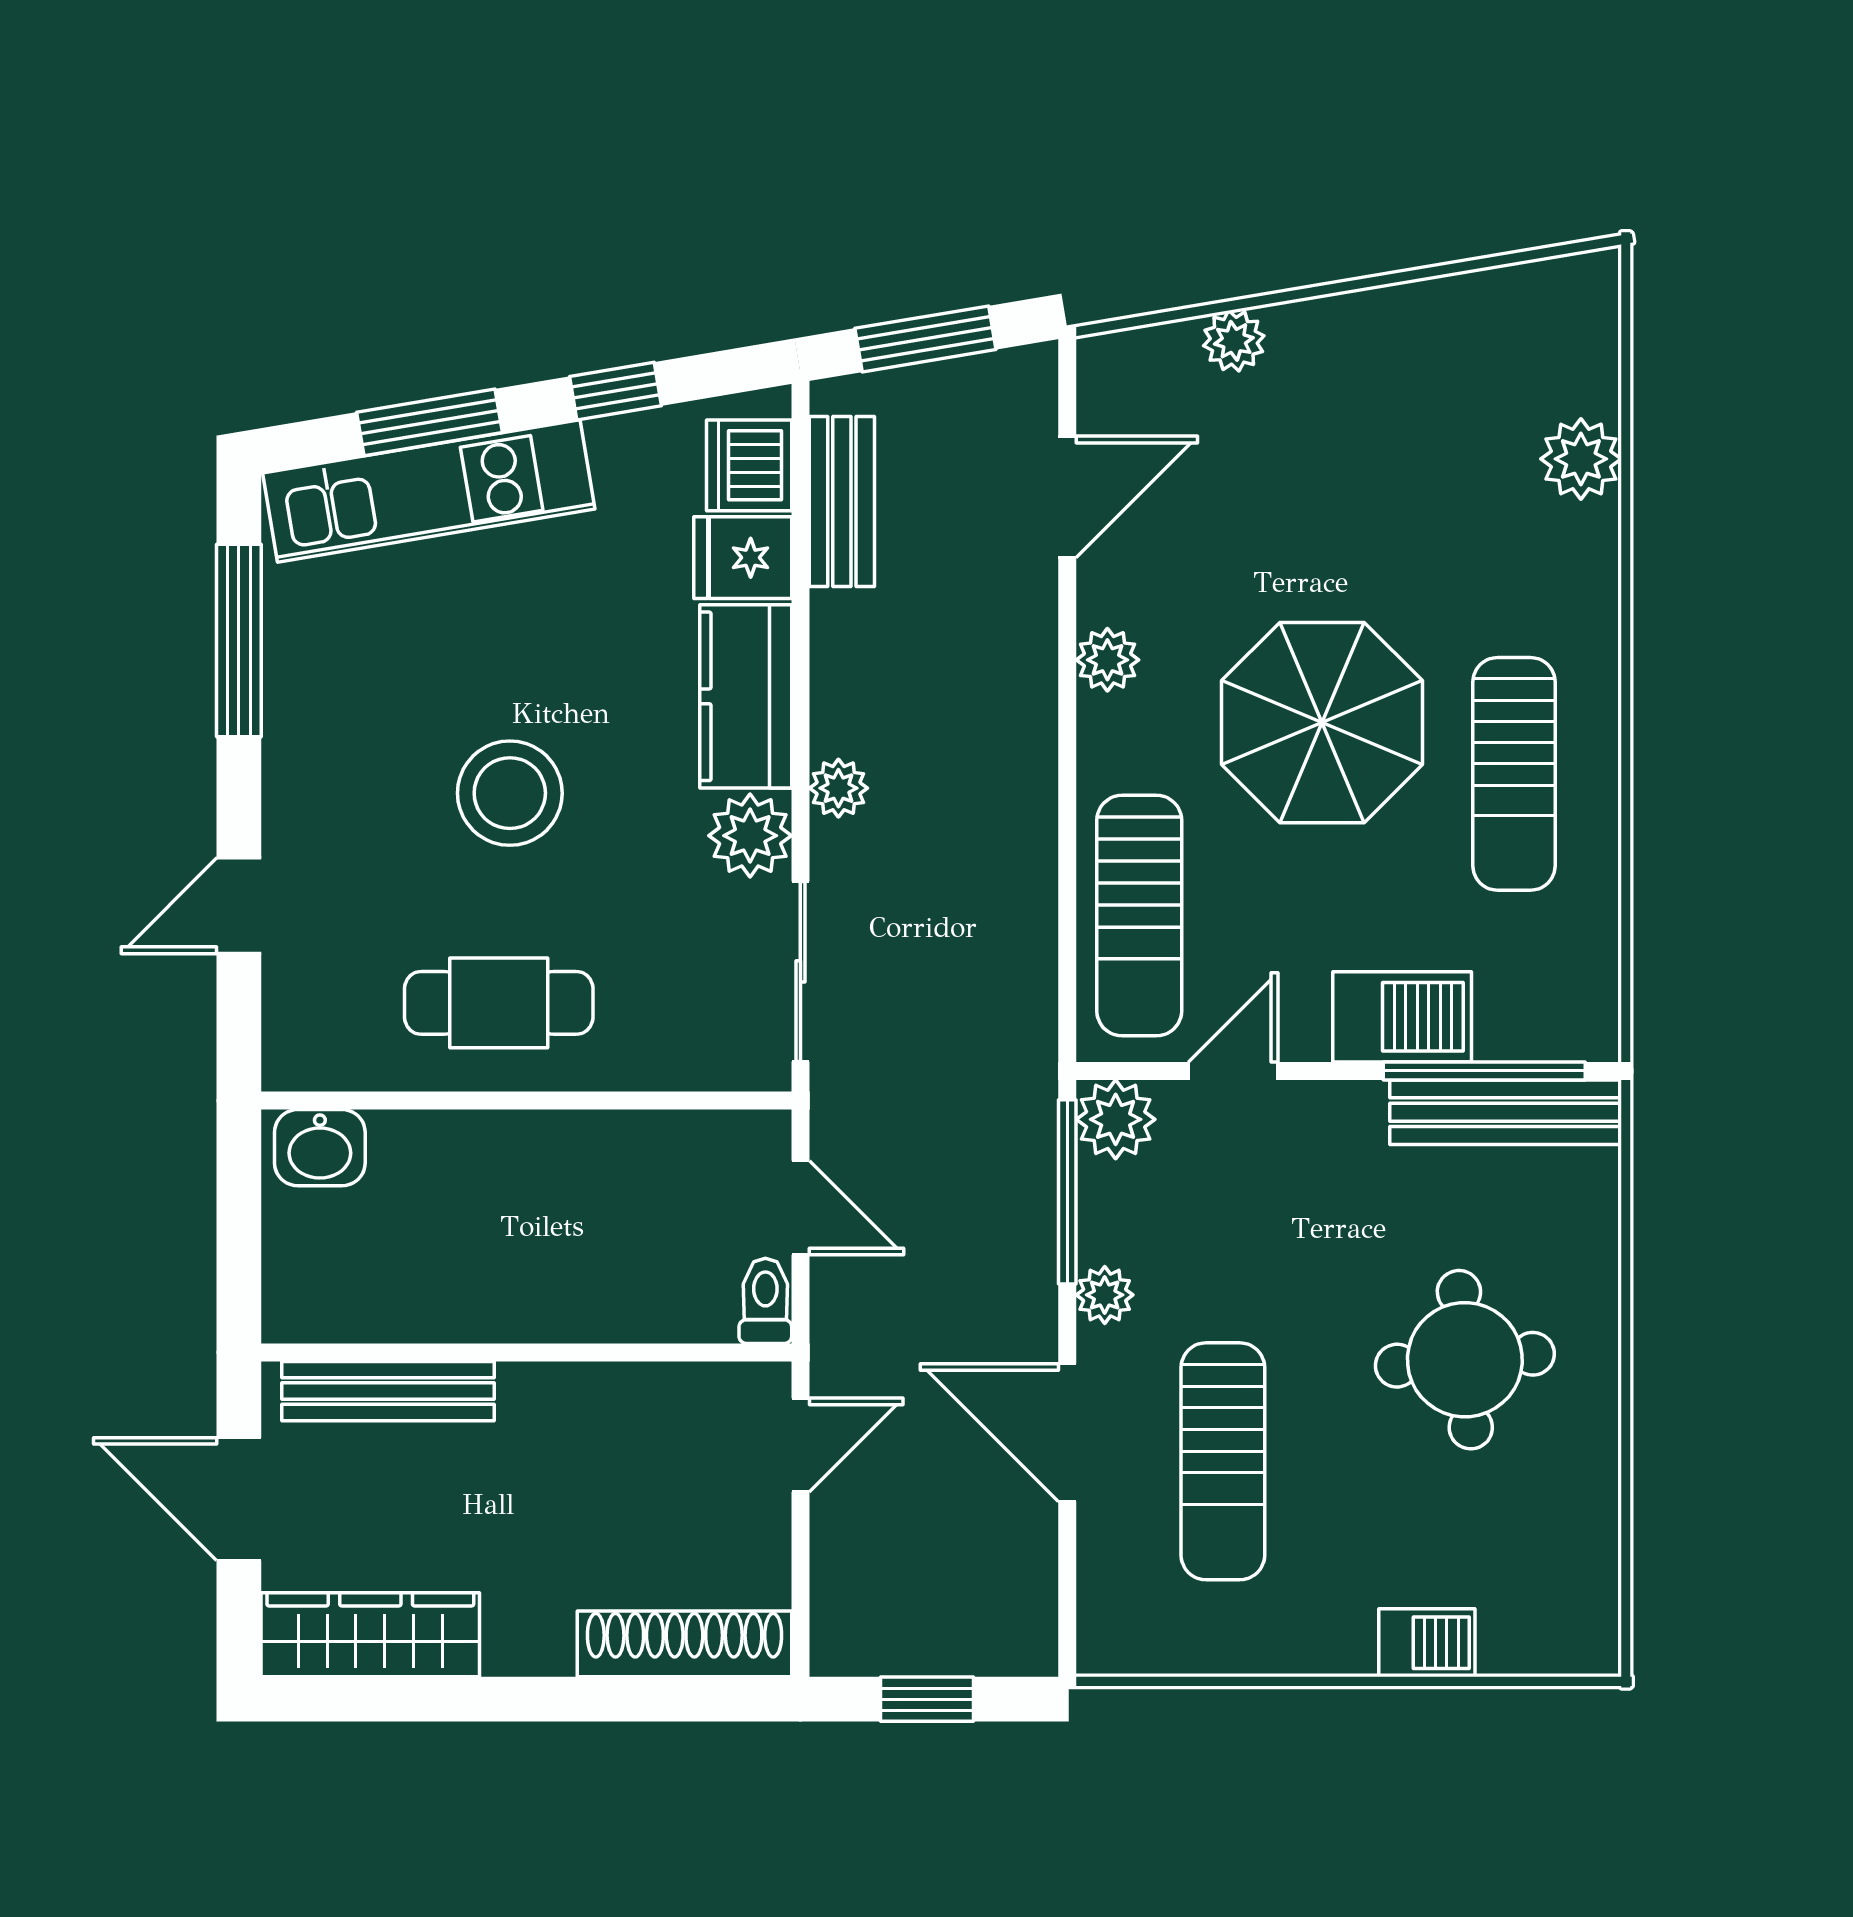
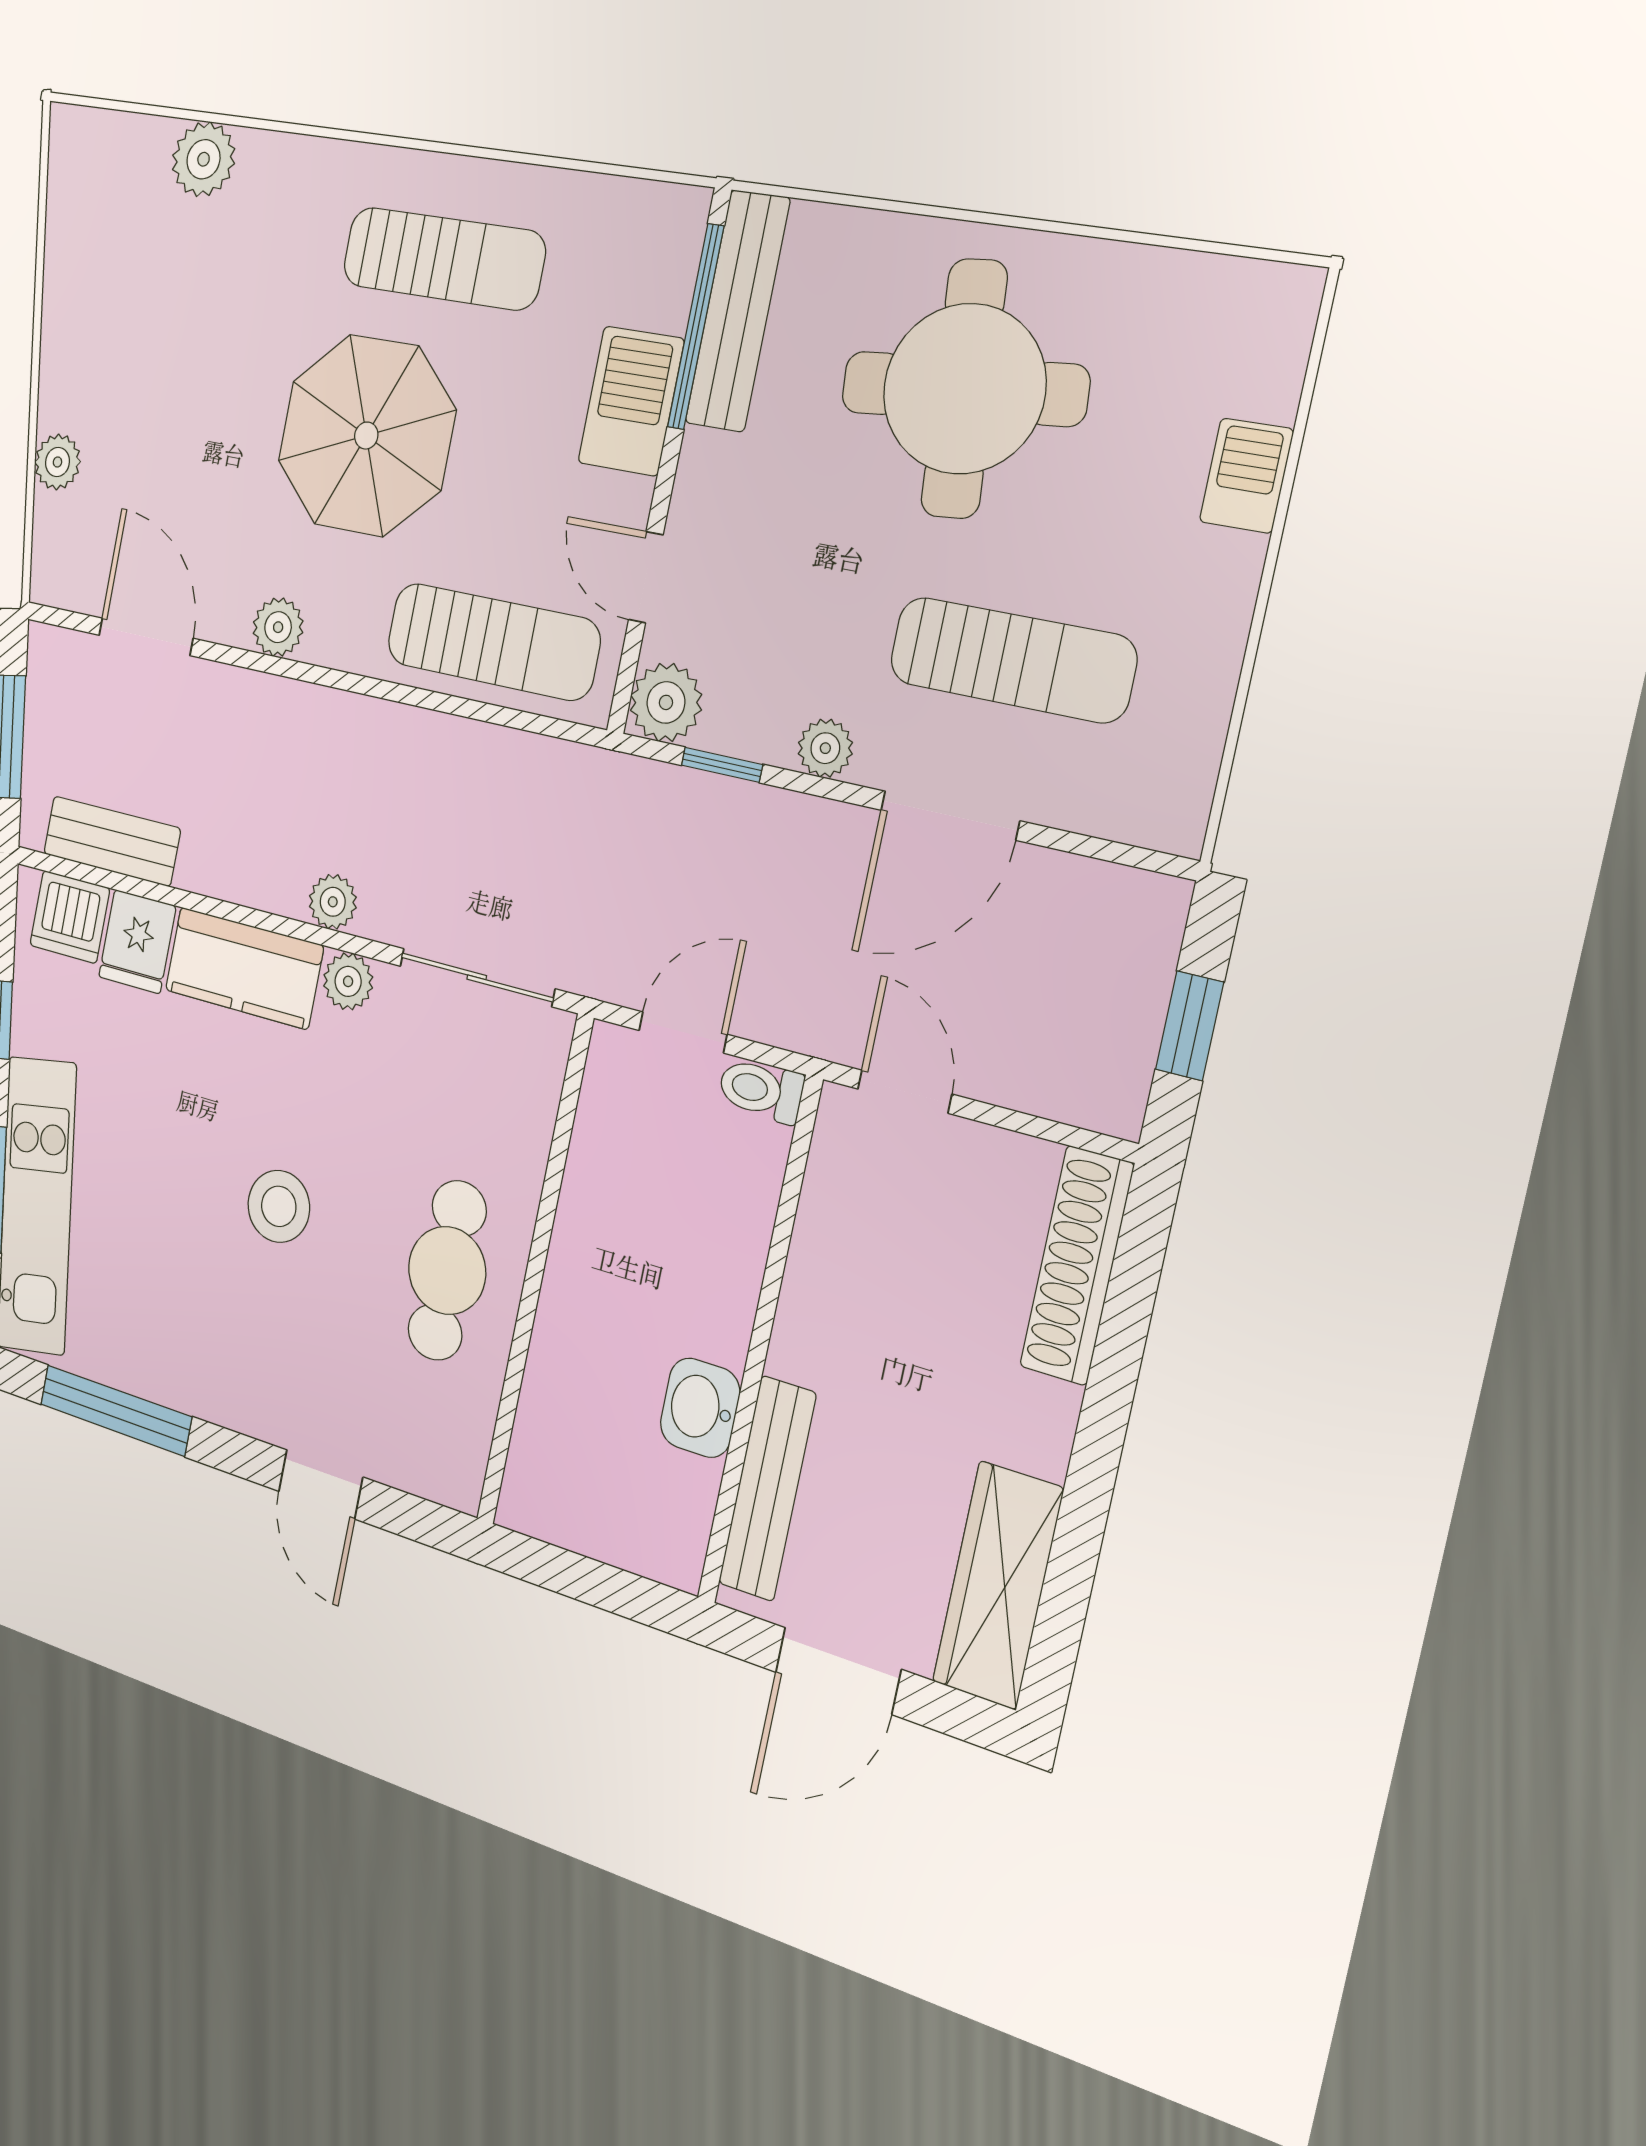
stool: (510, 793) -> (279, 1206), width x0.73, depth x0.73
plant: (750, 836) -> (348, 981), width x0.73, depth x0.73
washbasin: (320, 1148) -> (700, 1408), moved, turned 180
window: (1067, 1192) -> (722, 765), width x0.46
round table: (1465, 1360) -> (964, 389), width x1.36, depth x1.36

